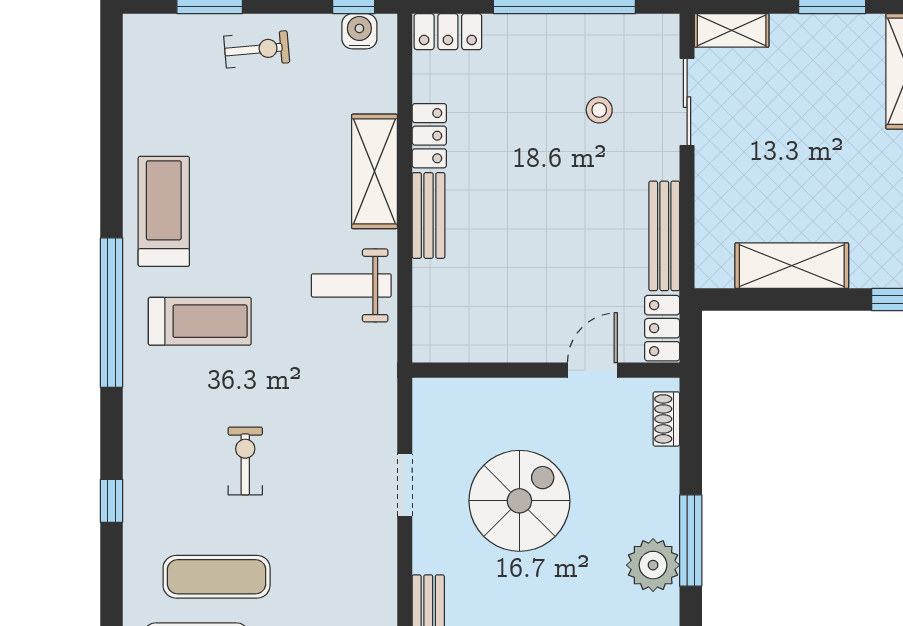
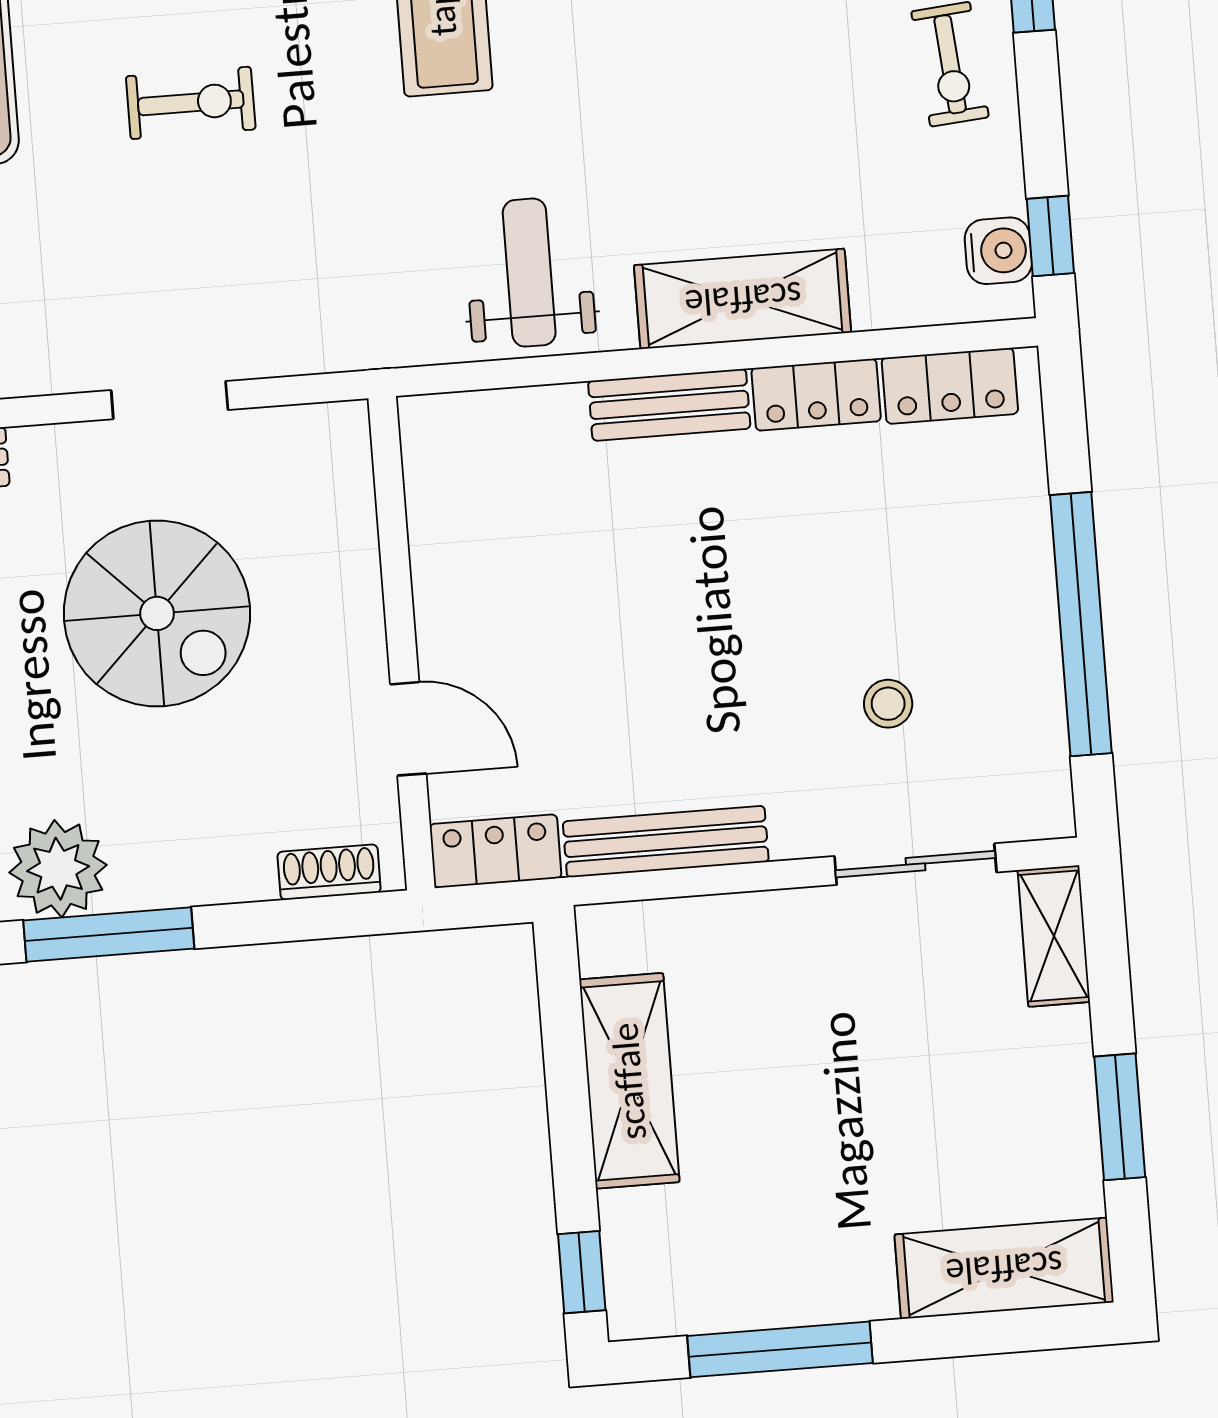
locker: (448, 32) -> (950, 386), moved, turned -90

